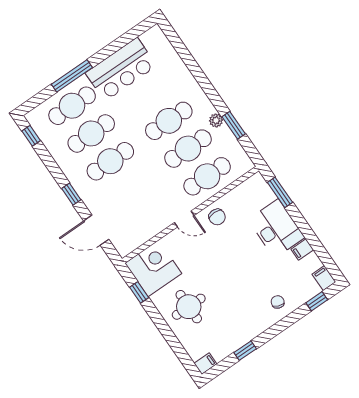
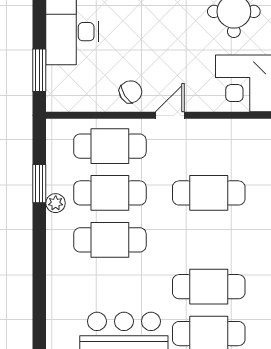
cafe table: (110, 161) -> (209, 193), moved
chair: (217, 217) -> (131, 92), turned 57
door: (184, 219) -> (170, 115), hinge flipped

